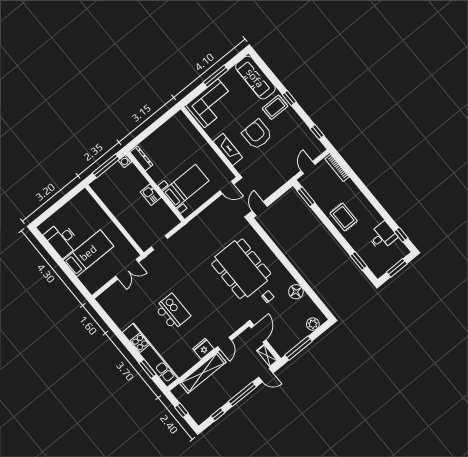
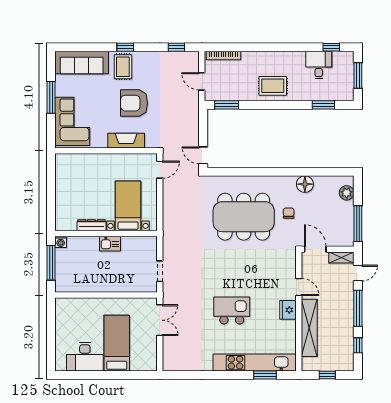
dresser: (141, 158) -> (91, 225), moved

